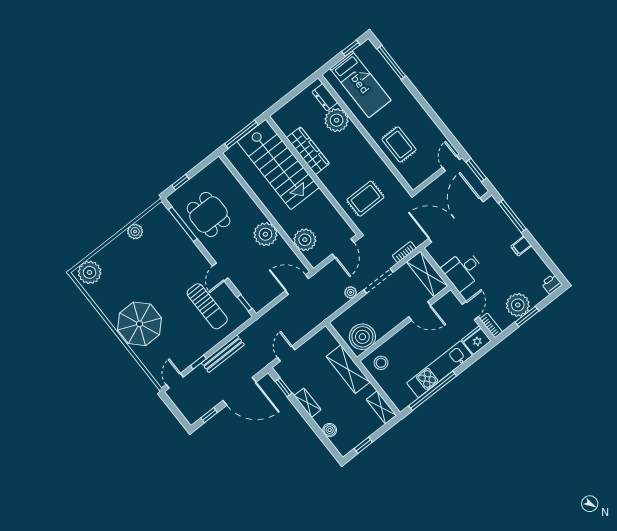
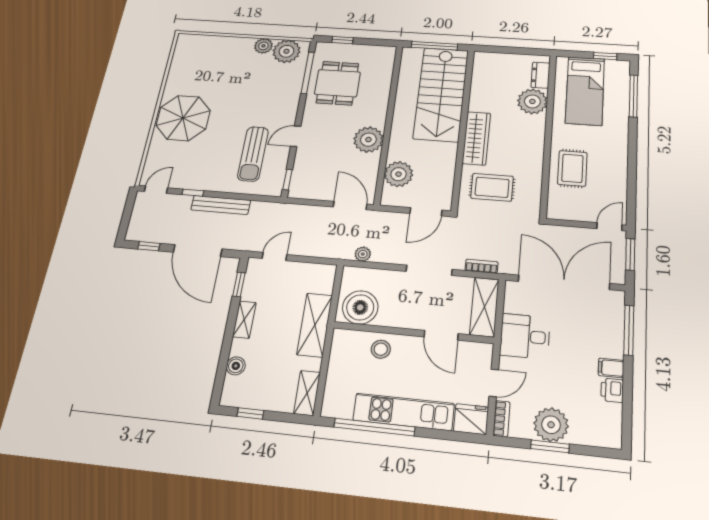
wardrobe: (308, 151) -> (476, 138), moved
plant: (90, 272) -> (286, 51), moved
printer: (552, 284) -> (612, 390), moved, turned -90
plant: (351, 292) -> (363, 254), moved
stool: (381, 363) -> (381, 349), moved

